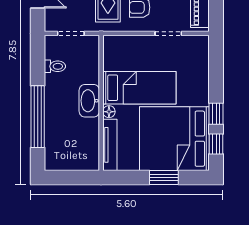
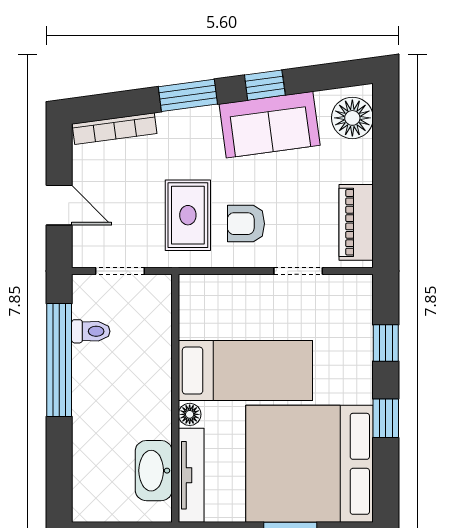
washbasin: (89, 101) -> (154, 471), moved
window: (38, 117) -> (59, 360), moved
window: (216, 144) -> (386, 343), moved

